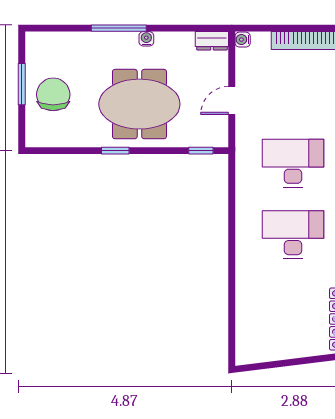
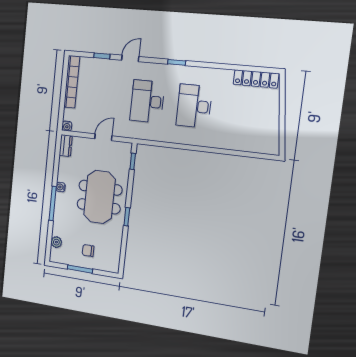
plant: (58, 41) -> (56, 242), added
chair: (53, 94) -> (88, 251), width x0.54, depth x0.54
door: (232, 100) -> (103, 137), swing flipped

